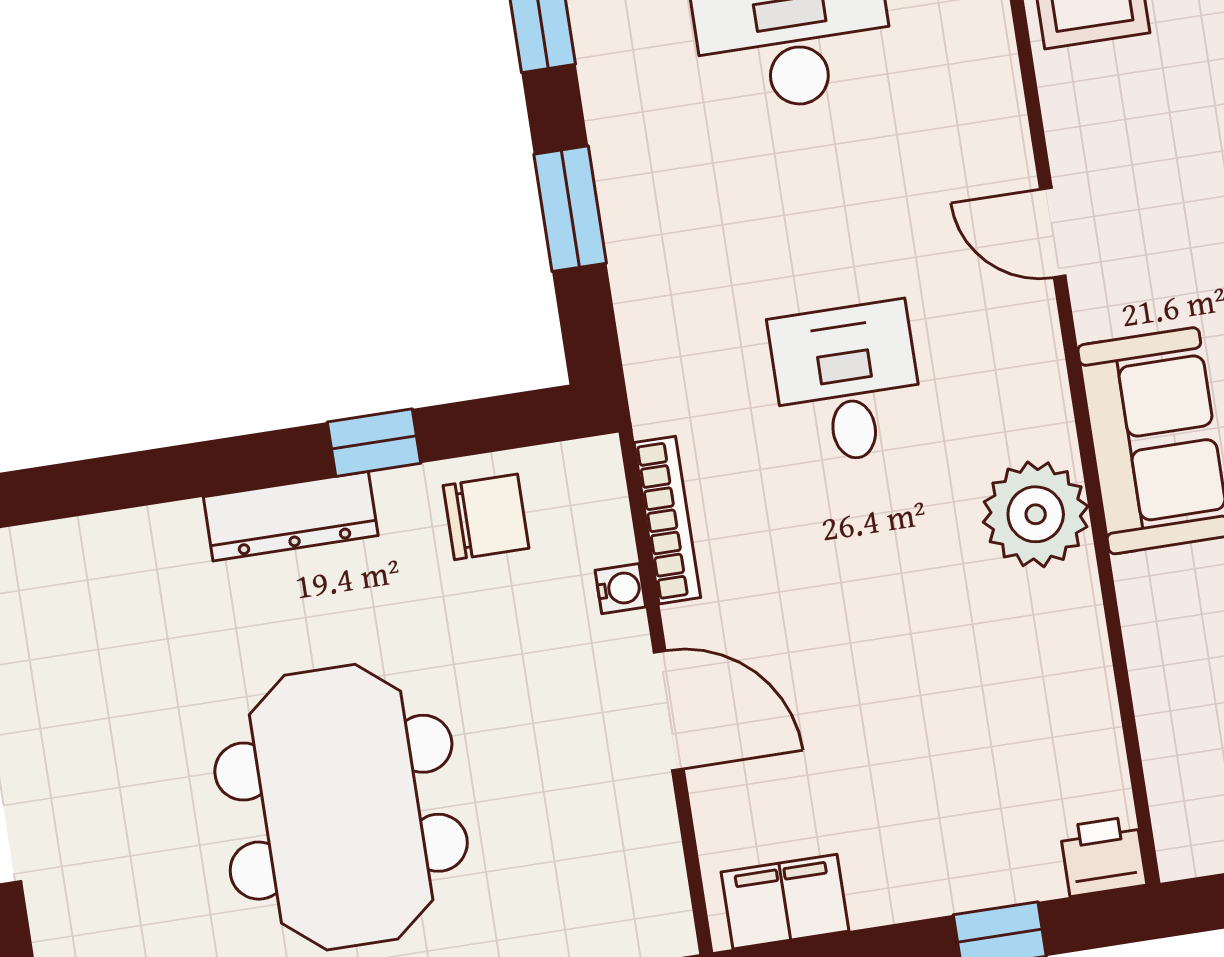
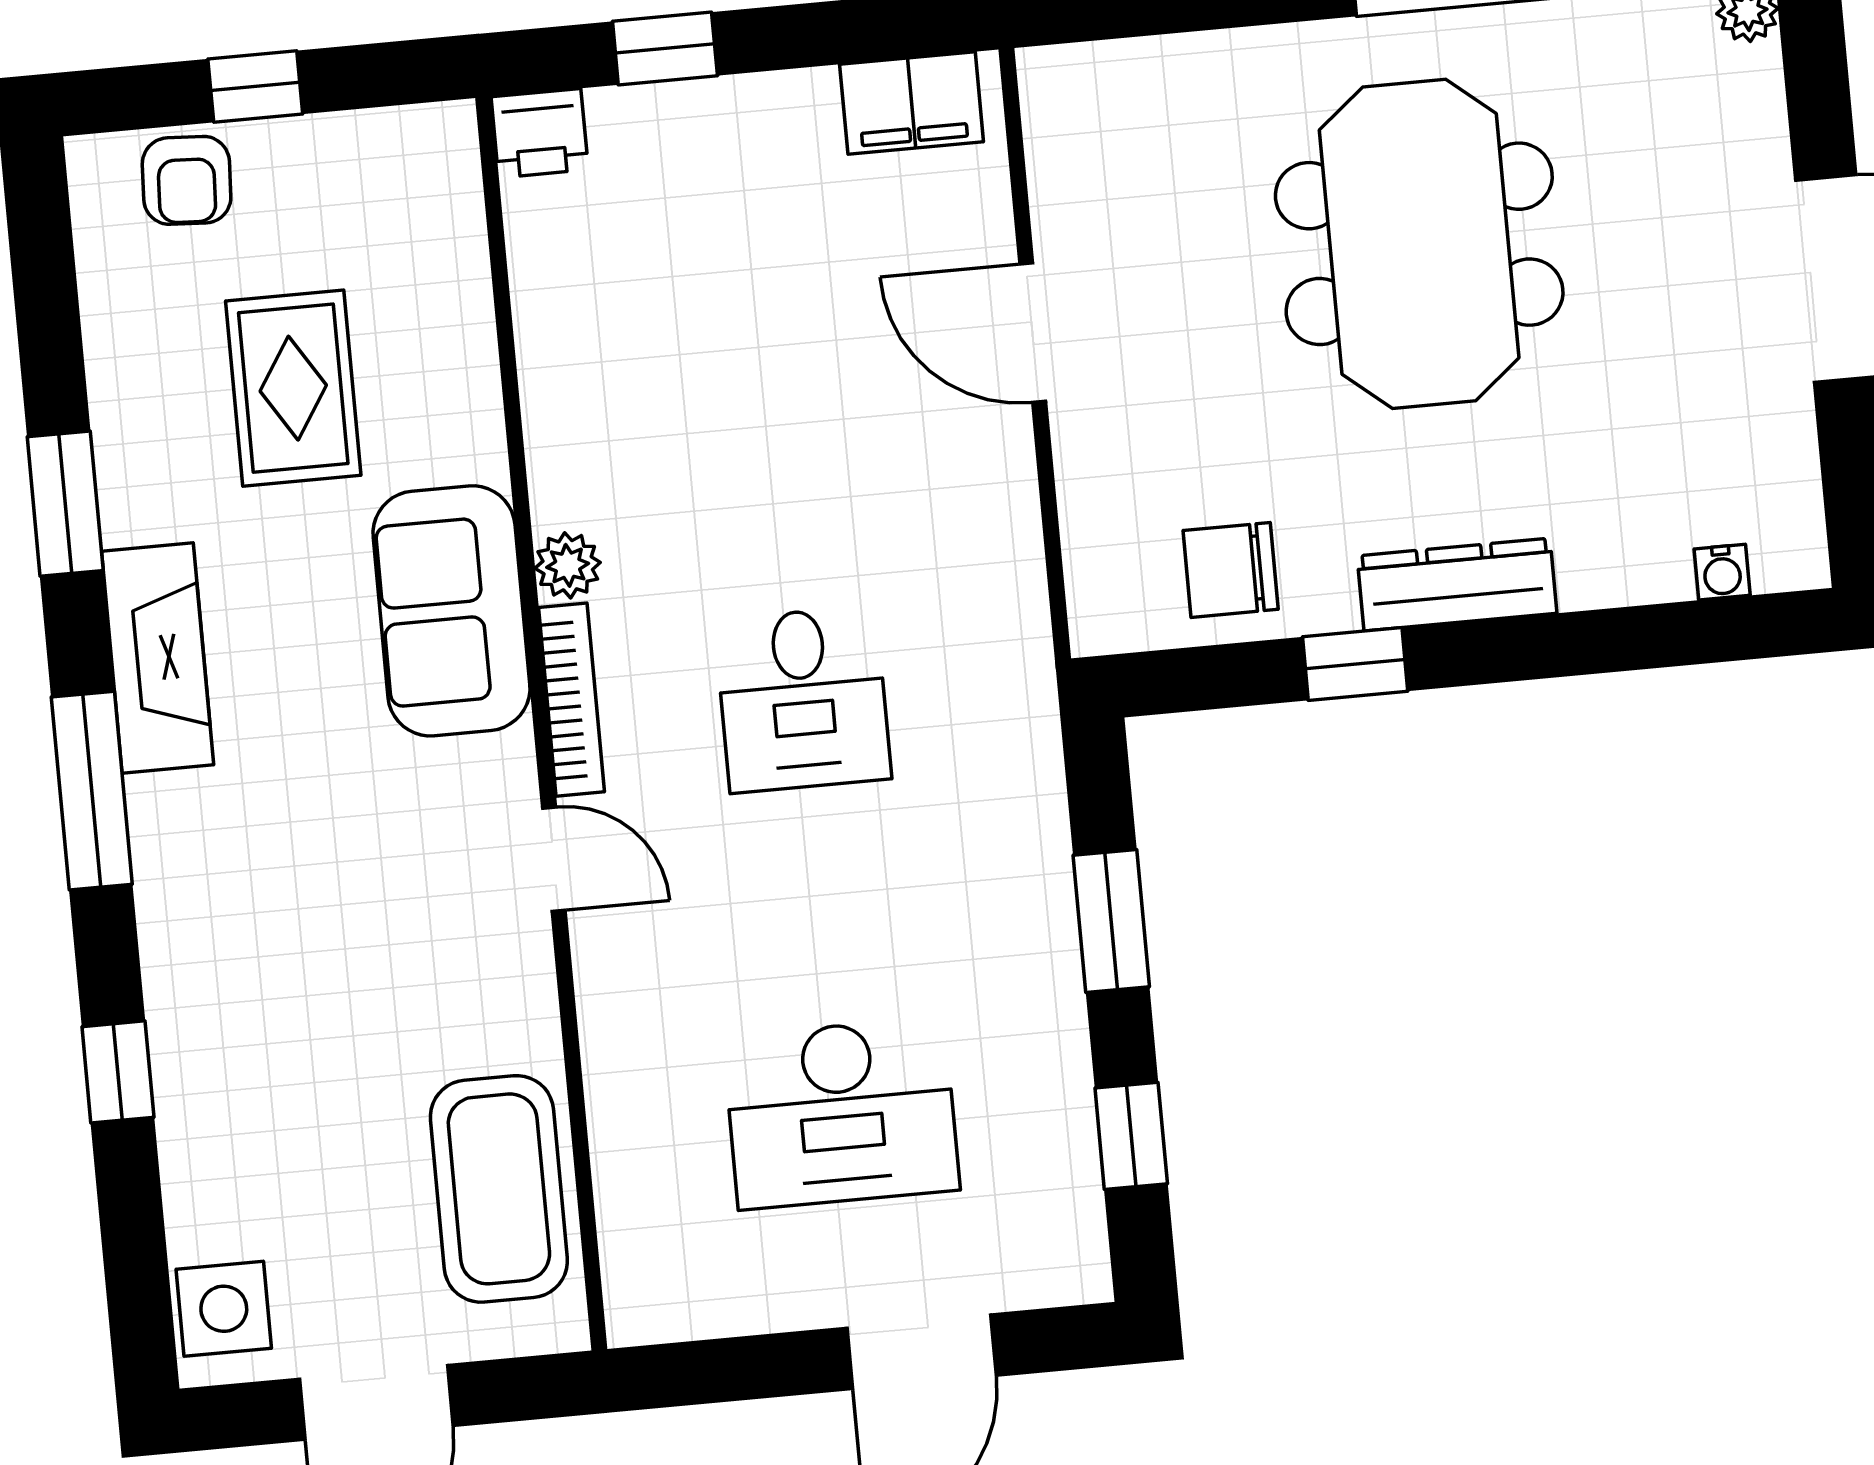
plant: (1036, 514) -> (568, 565), width x0.53, depth x0.53
bookcase: (667, 520) -> (571, 700), moved, turned 180
water cooler: (620, 589) -> (1722, 572), moved, turned -90

